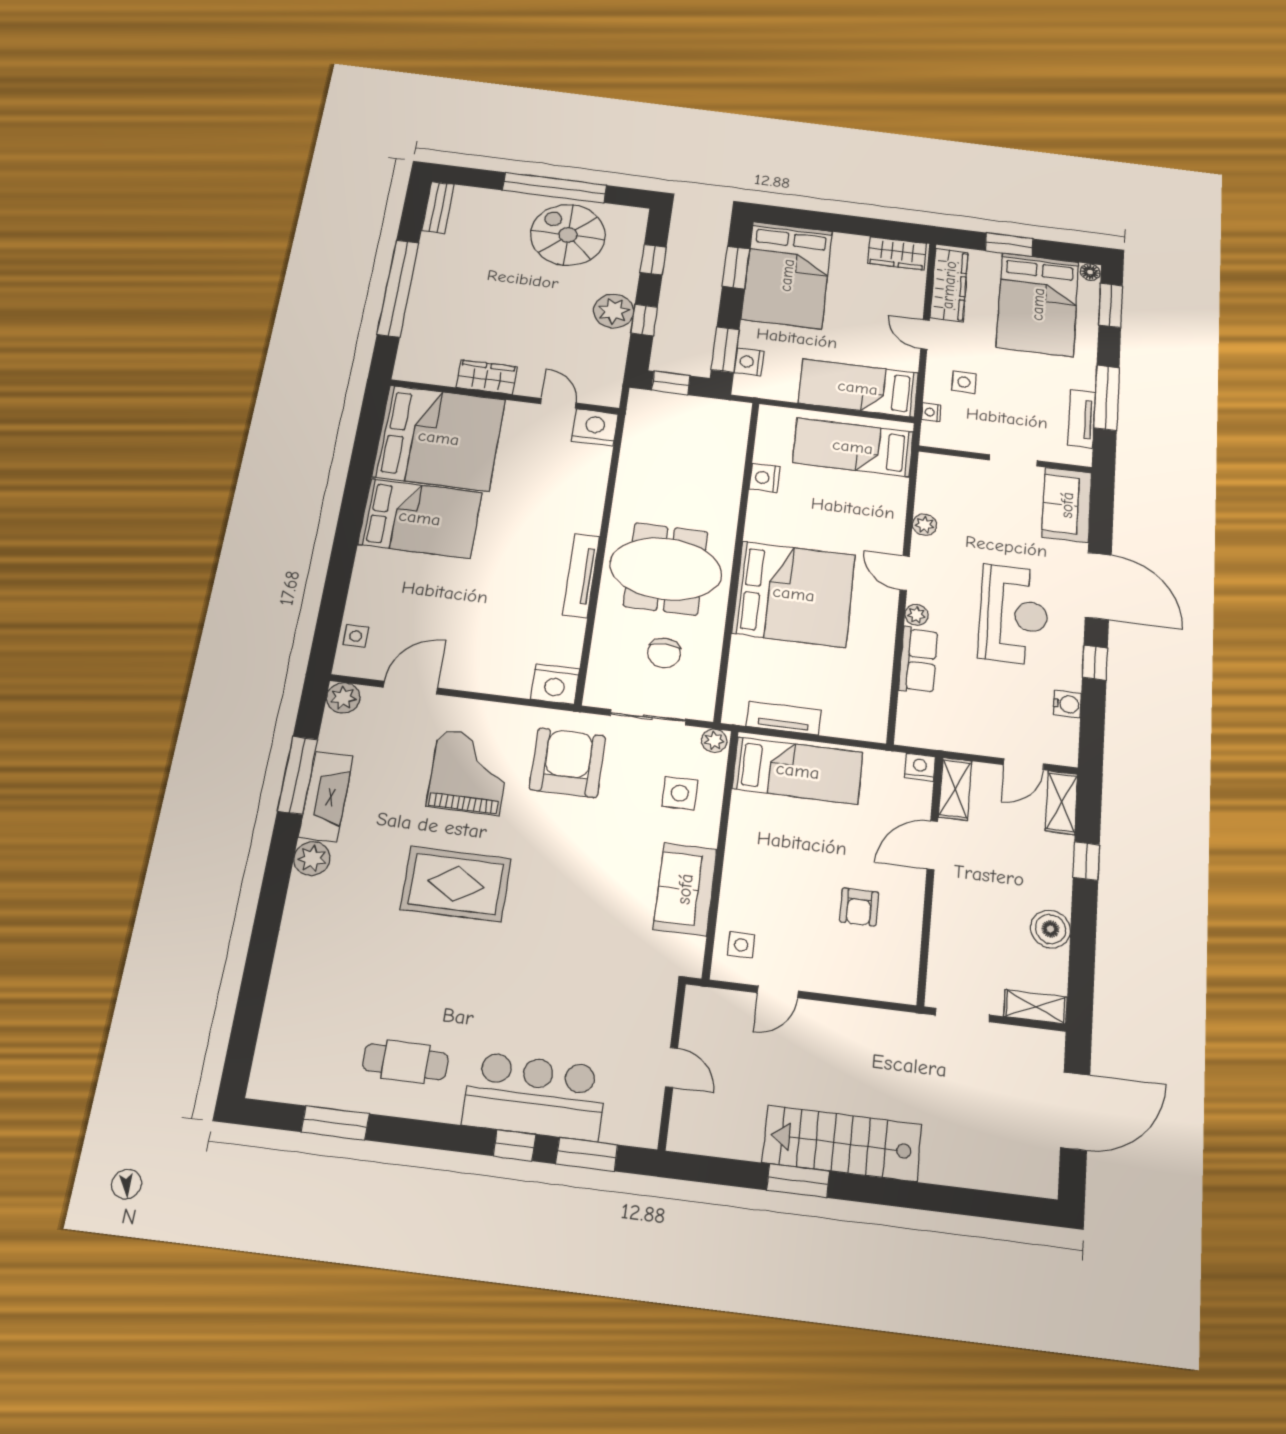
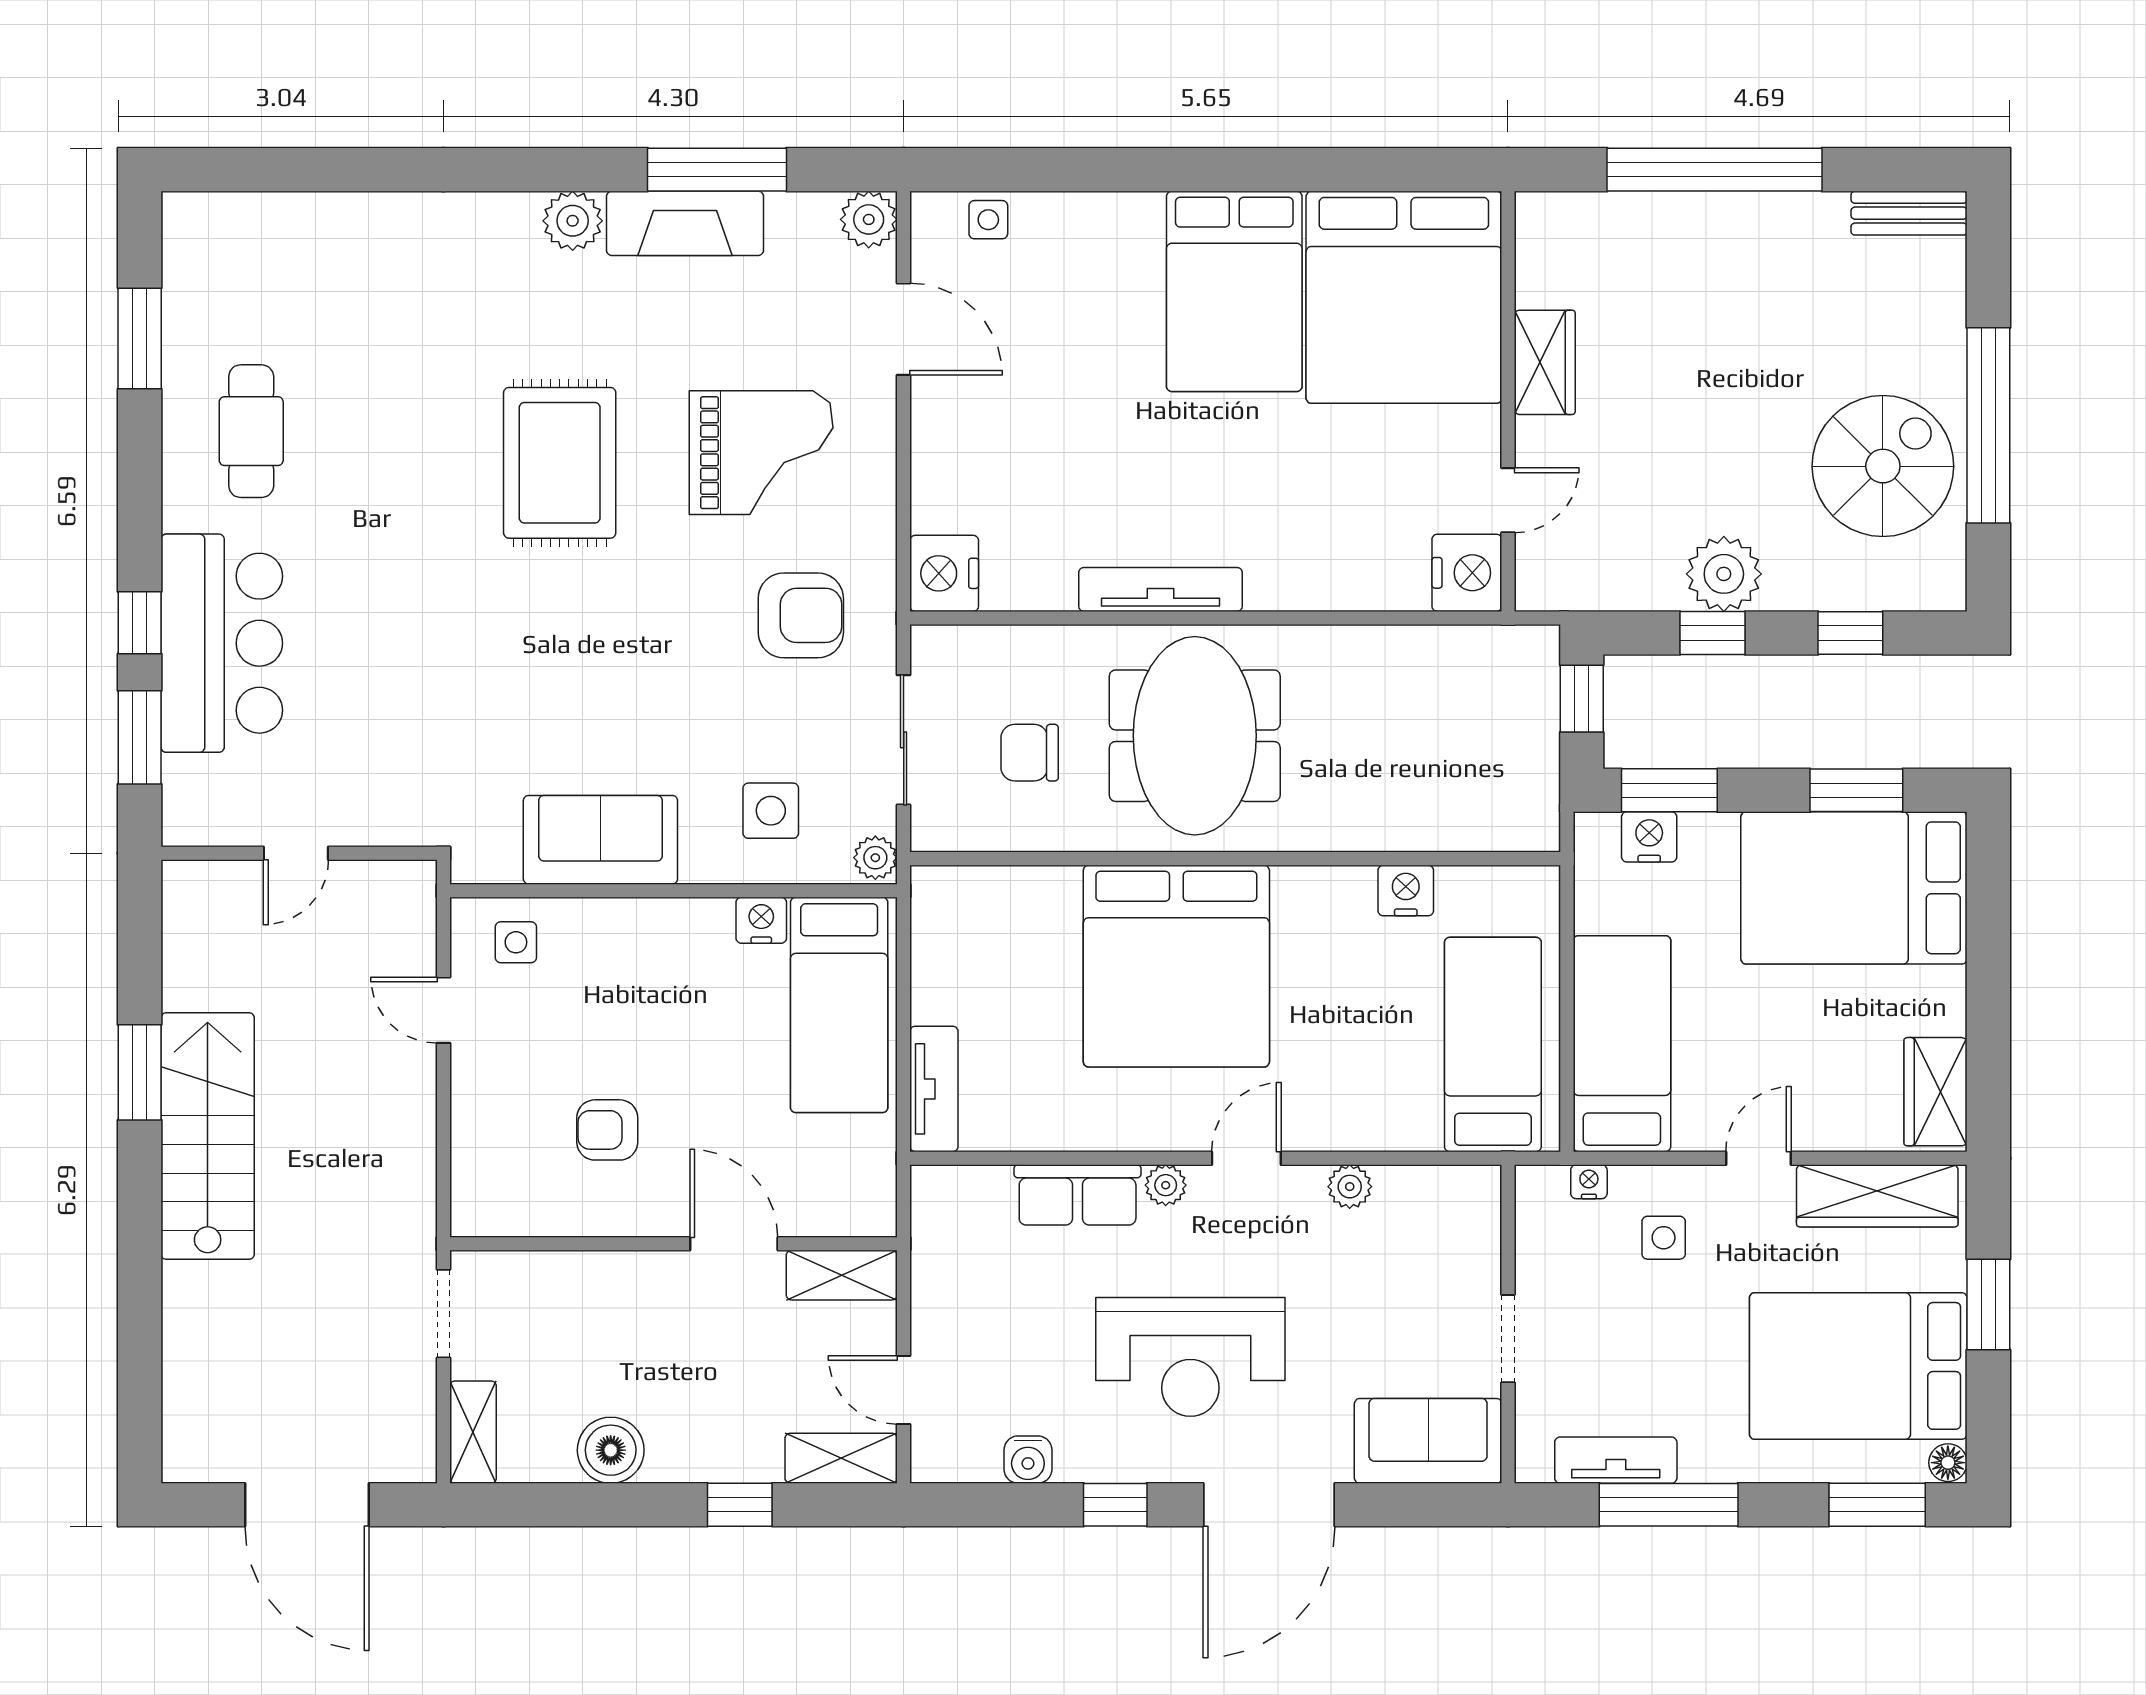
tv unit: (784, 718) -> (934, 1089), moved
armchair: (568, 763) -> (801, 615), width x0.73, depth x0.73
nightstand: (920, 767) -> (761, 920), moved, turned -90

